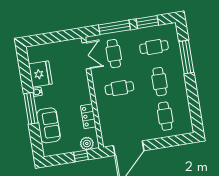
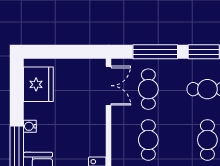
fridge: (40, 74) -> (38, 84), moved
cafe table: (119, 88) -> (148, 140), turned 90

